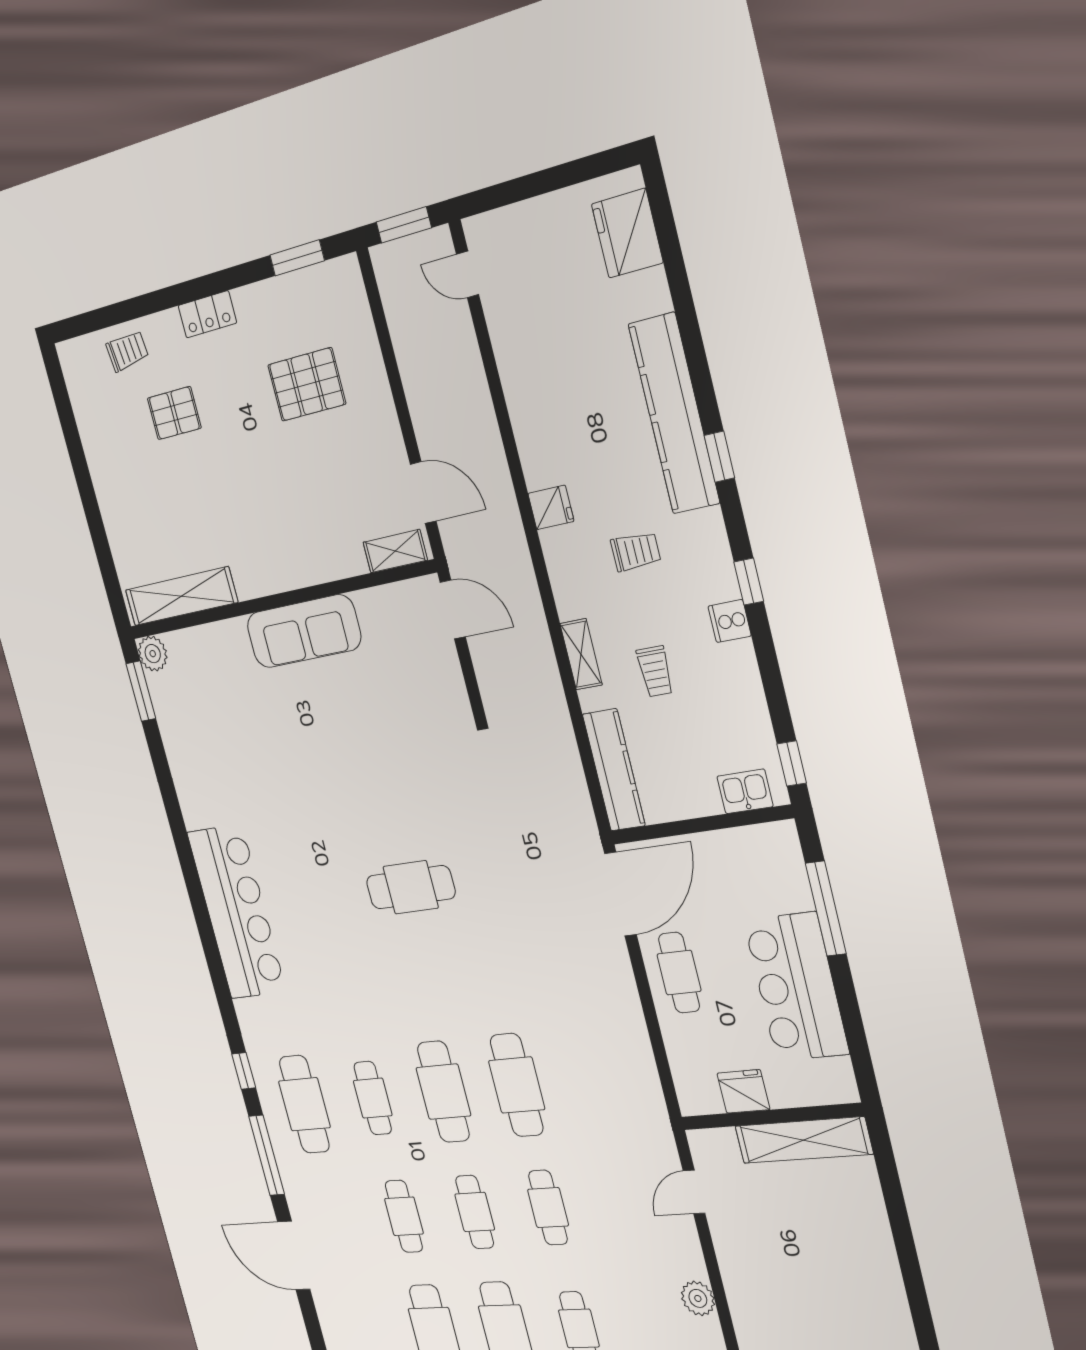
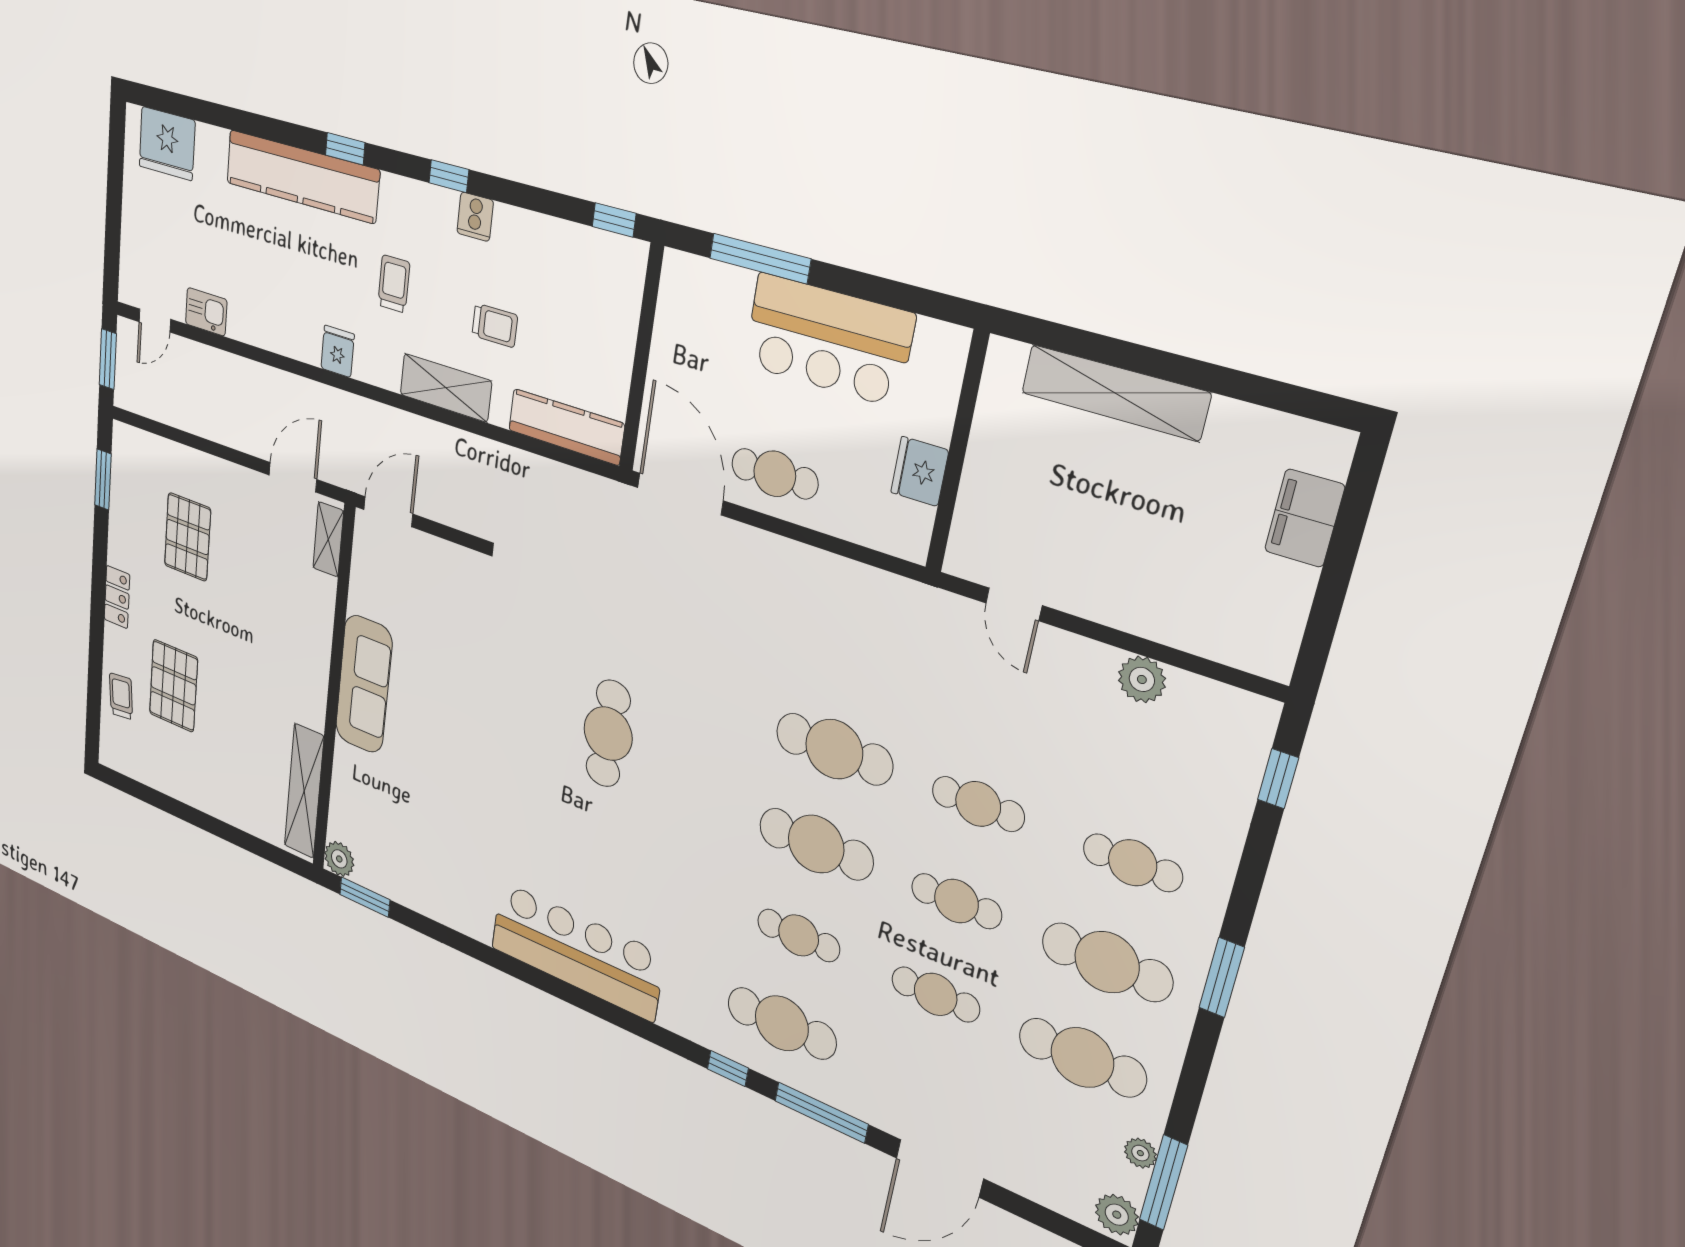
pallet: (174, 413) -> (173, 686), width x1.50, depth x1.42
shelving: (581, 654) -> (446, 388), width x1.50, depth x1.33
kitchen sink: (745, 791) -> (206, 312), moved, turned 90
shelving: (804, 1140) -> (1115, 393), moved, turned 90

